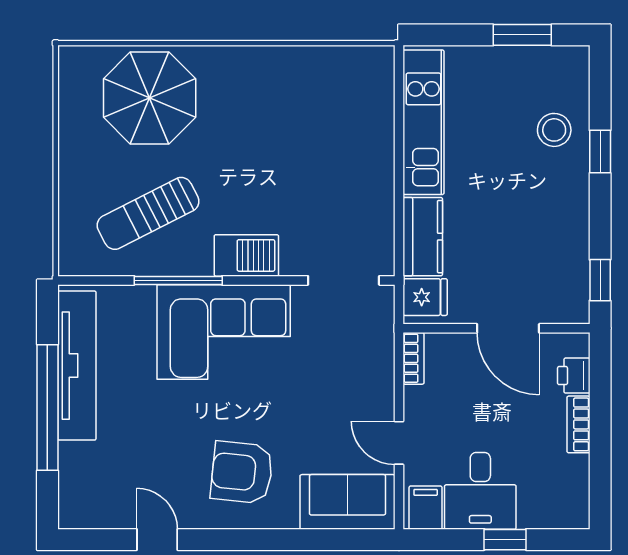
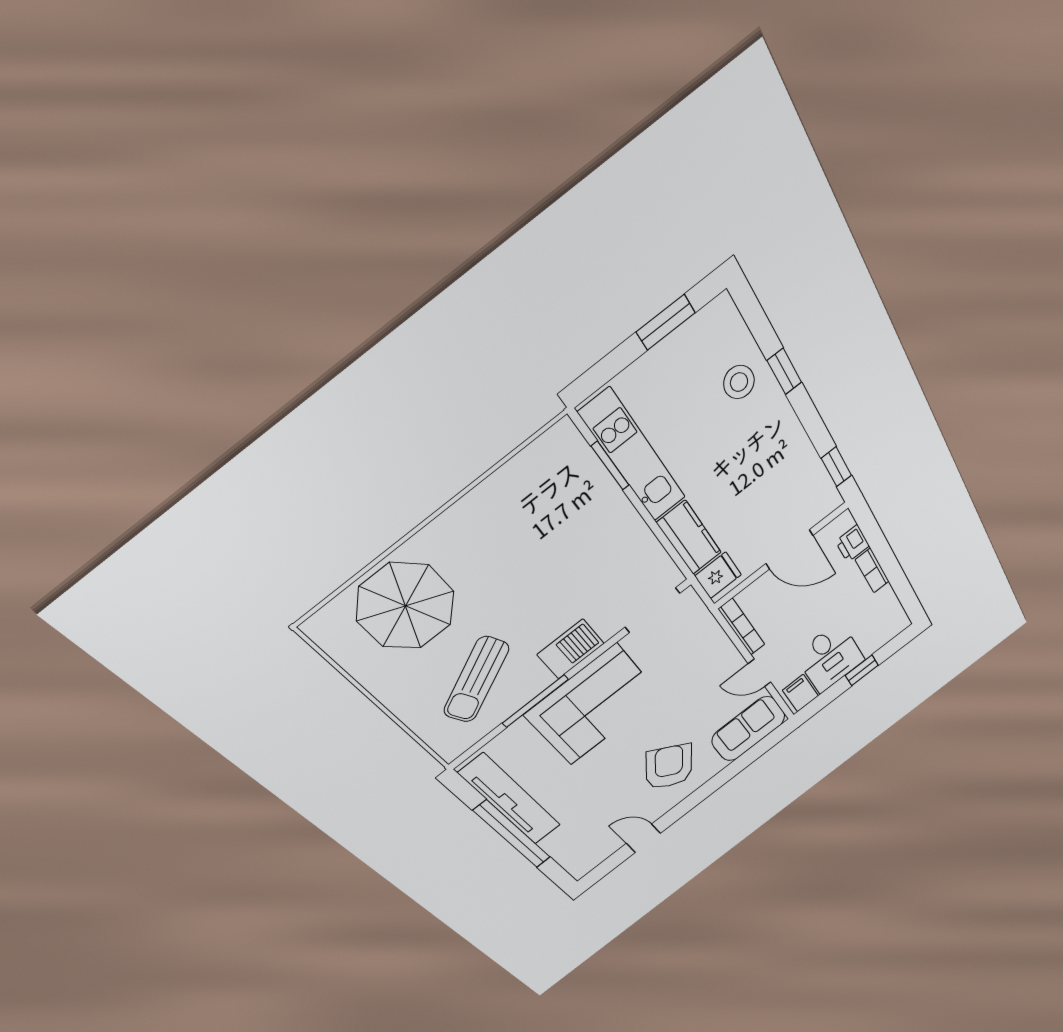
window: (399, 115) -> (610, 466), added
bookcase: (413, 358) -> (742, 627), width x1.56
armchair: (242, 472) -> (669, 767), turned 117

